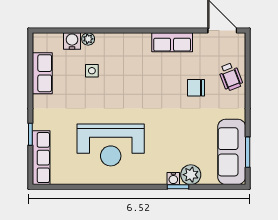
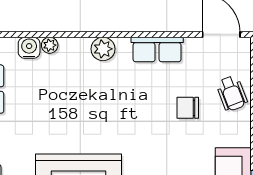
plant: (130, 42) -> (103, 49), added
side table: (92, 71) -> (54, 86), removed

